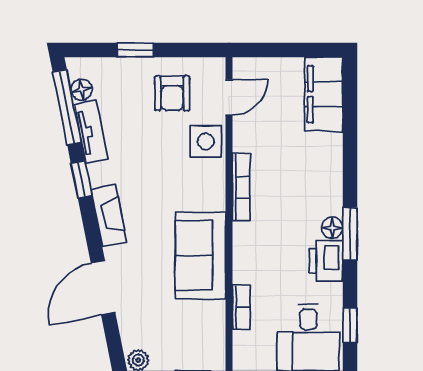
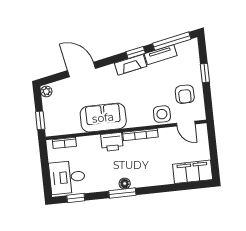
floor lamp: (82, 90) -> (182, 48), removed
armchair: (172, 93) -> (185, 94), turned -90
fireplace: (109, 216) -> (131, 65), moved
printer: (326, 261) -> (112, 142), moved, turned 180
bookcase: (241, 307) -> (64, 143), moved

